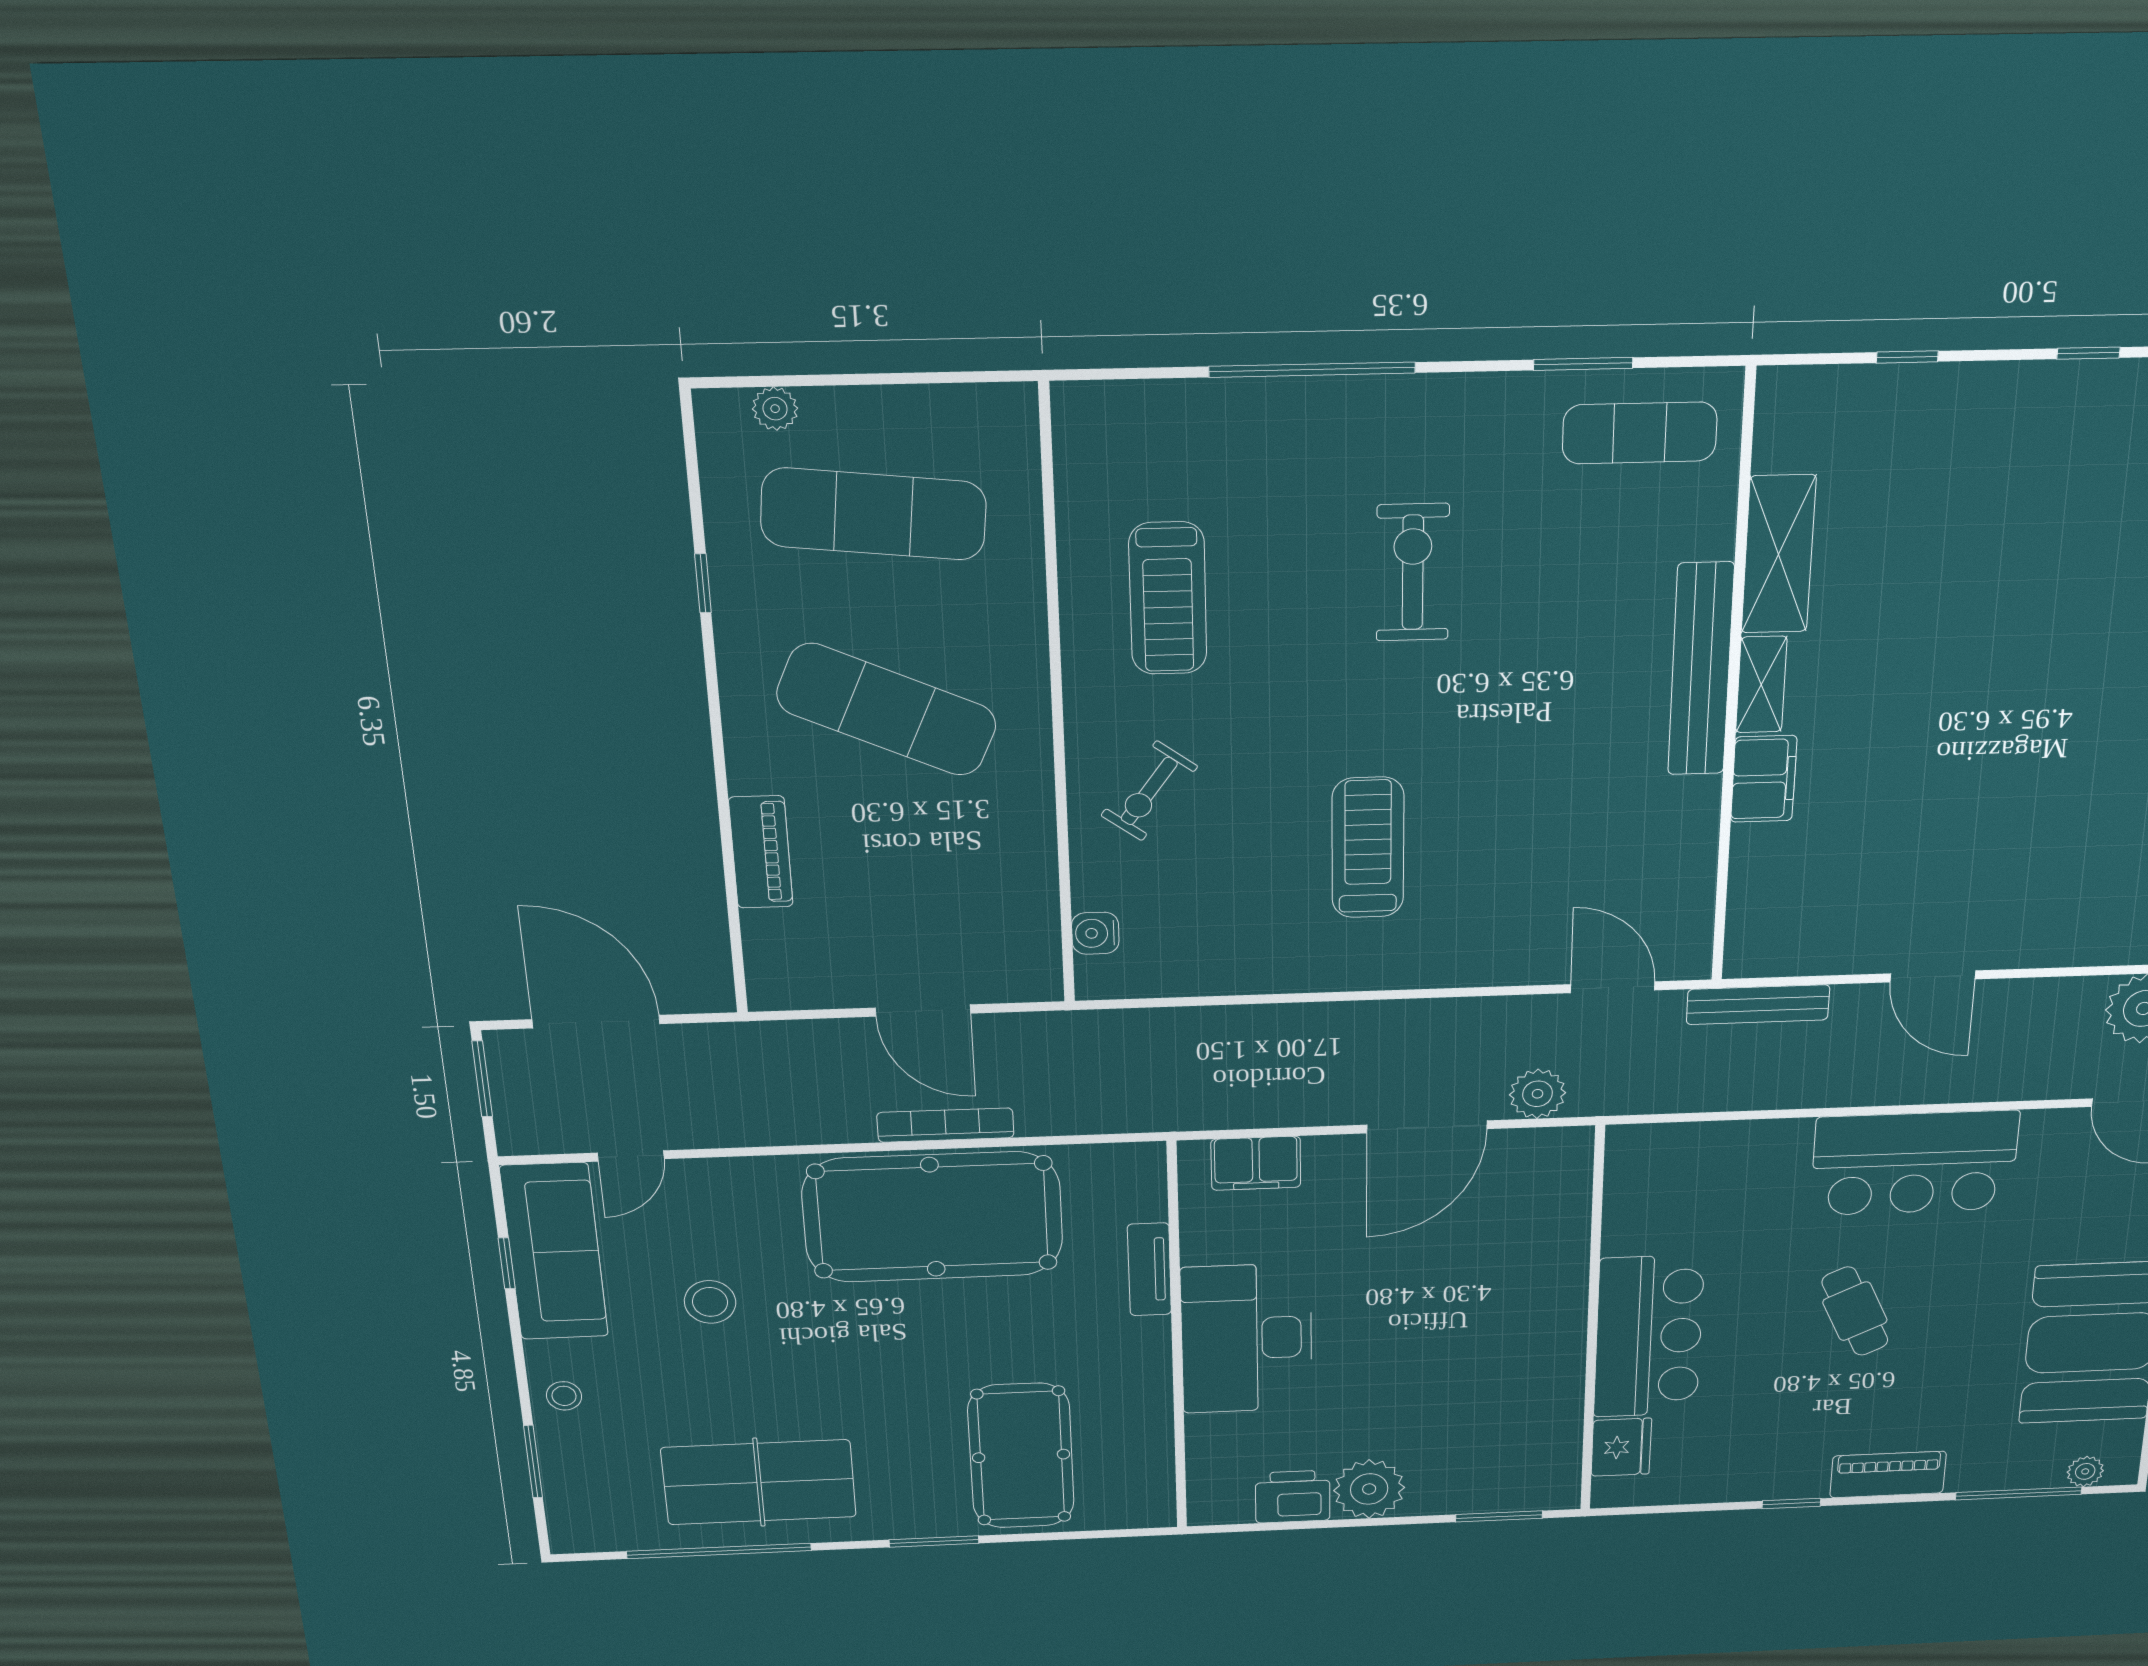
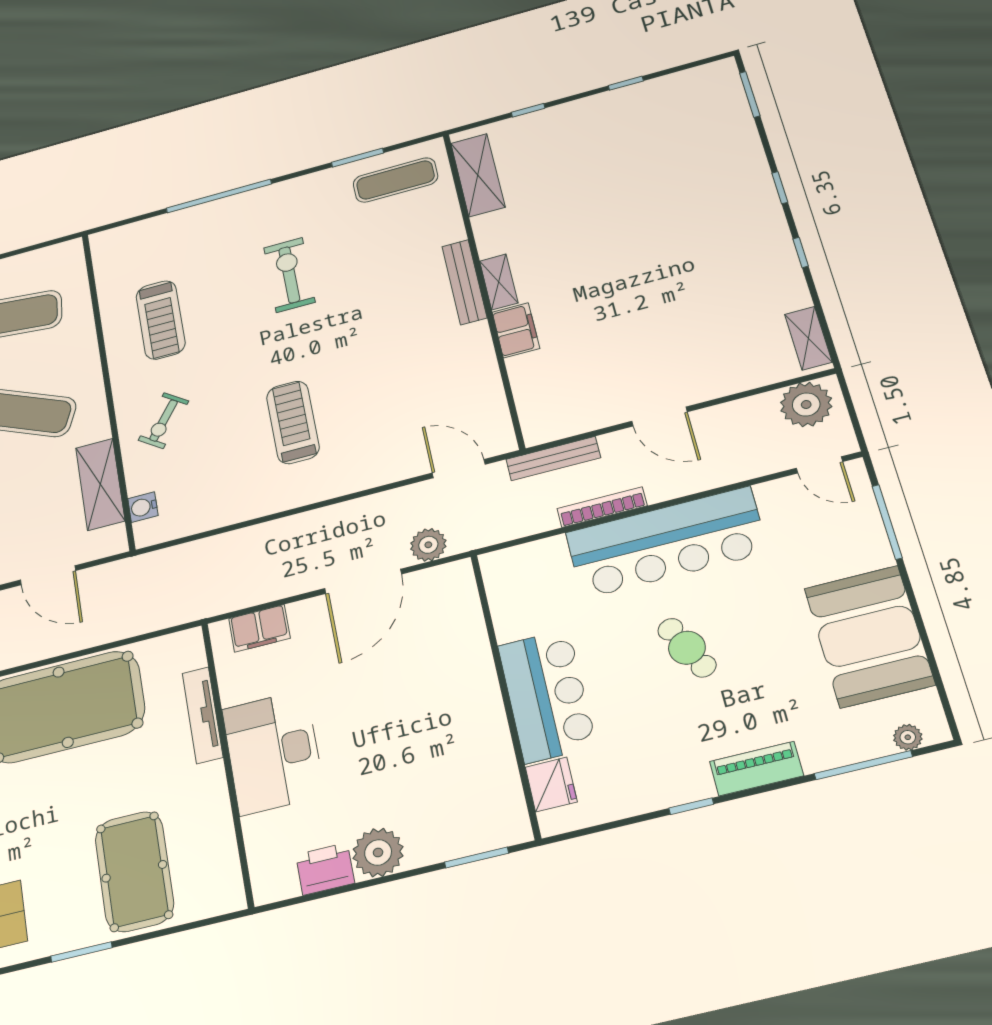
shelving: (1779, 554) -> (478, 175), moved
bench: (1701, 669) -> (464, 282), width x0.73, depth x0.82
shelving: (1026, 877) -> (100, 484), added
bookcase: (945, 1125) -> (602, 507), moved
bar counter: (1914, 1163) -> (666, 542), width x1.36
tv unit: (1149, 1269) -> (203, 715), width x1.41

